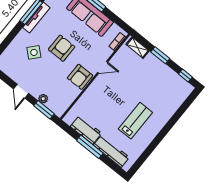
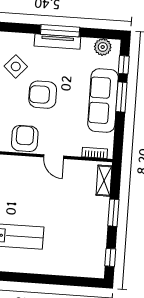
armchair: (62, 48) -> (43, 95), turned 180
armchair: (80, 77) -> (25, 139), turned 90

